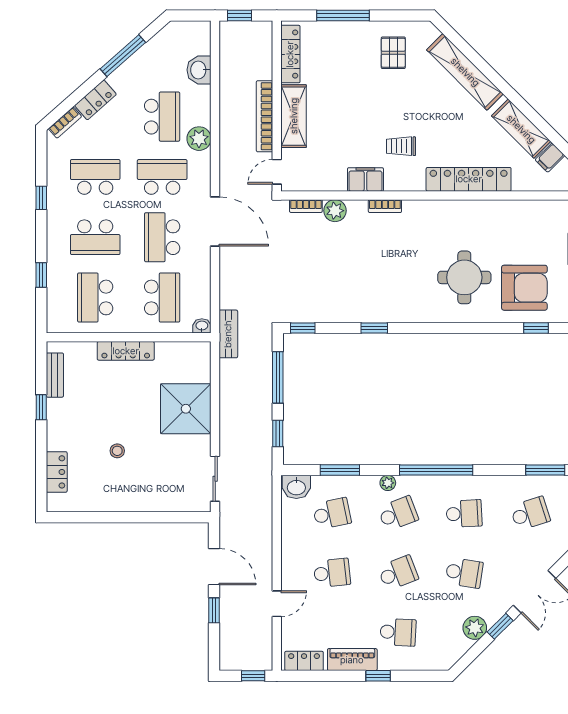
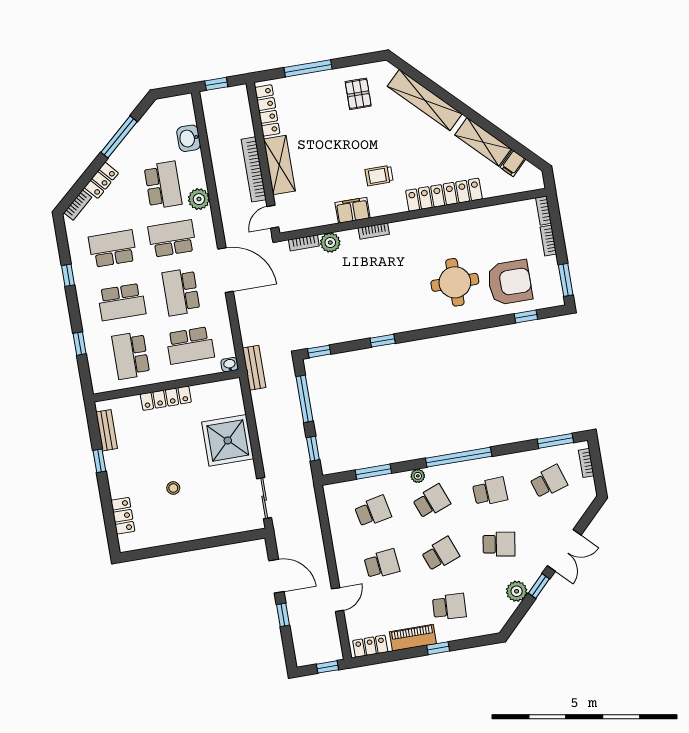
school desk: (162, 297) -> (190, 345), turned 90
washbasin: (296, 487) -> (337, 493), removed

